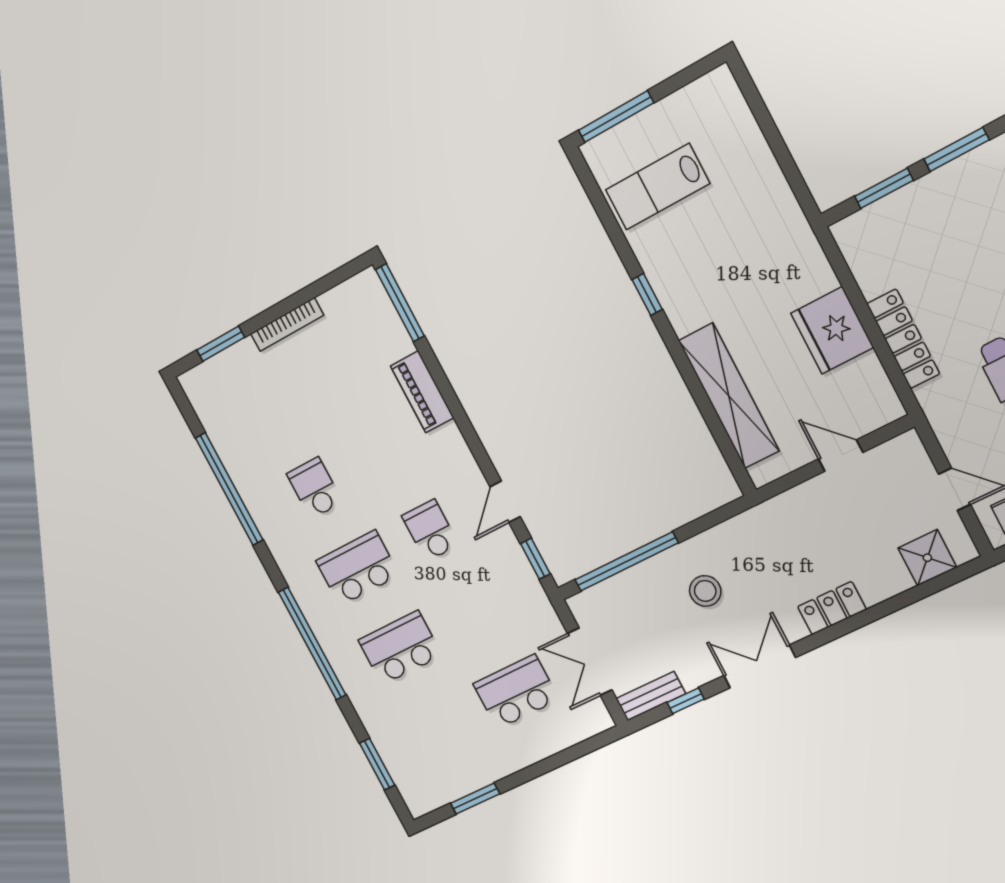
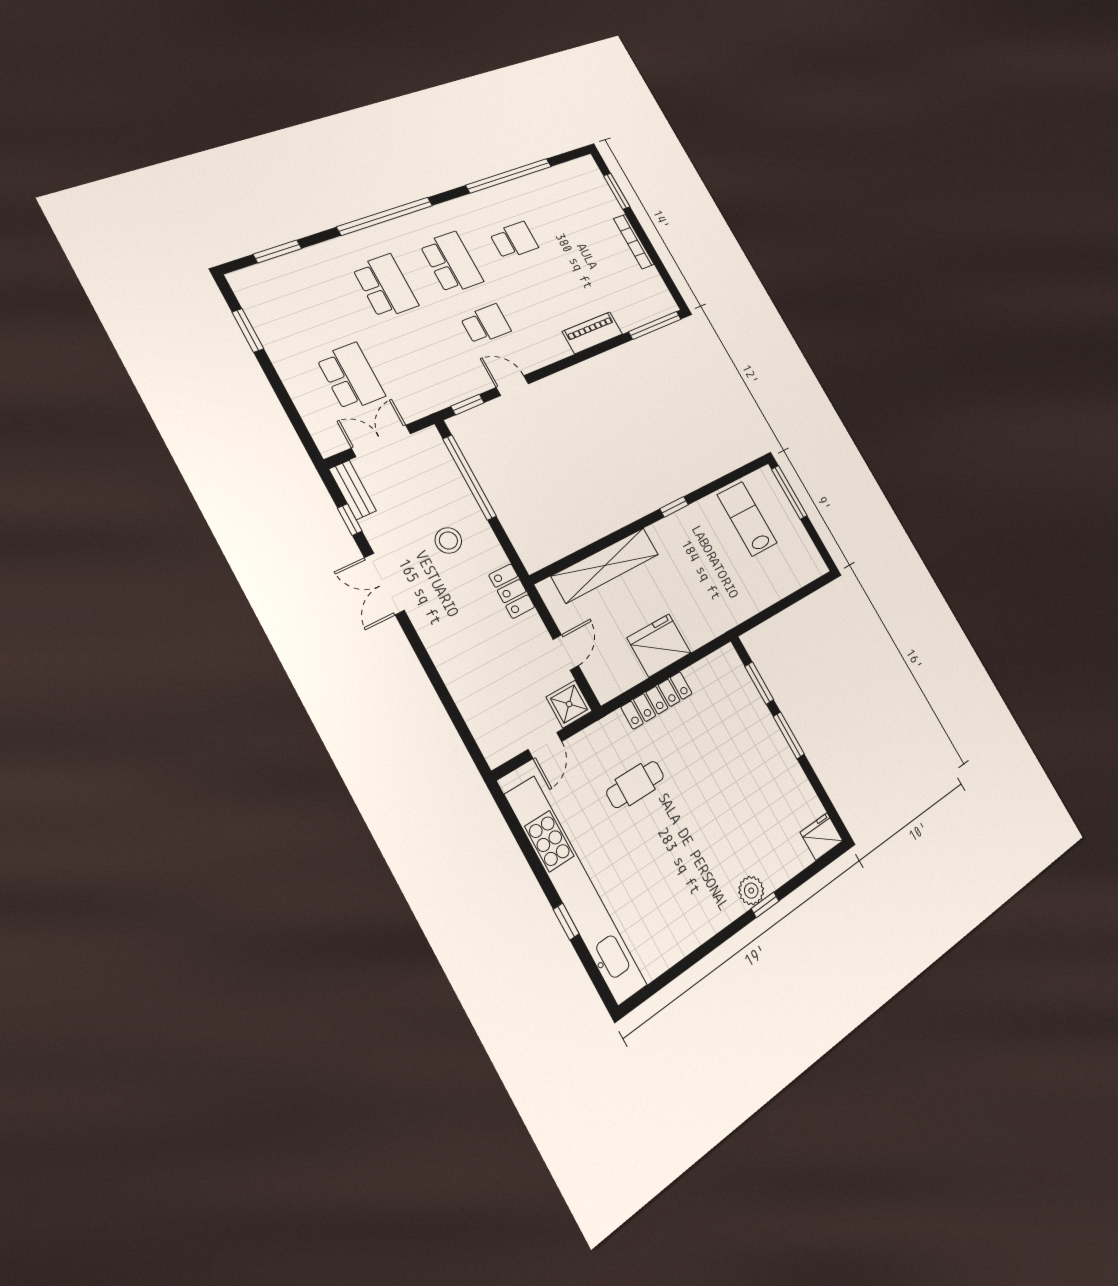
shower: (927, 558) -> (569, 704), moved
locker: (832, 608) -> (512, 591), moved, turned 180
double door: (760, 666) -> (384, 584), swing flipped

